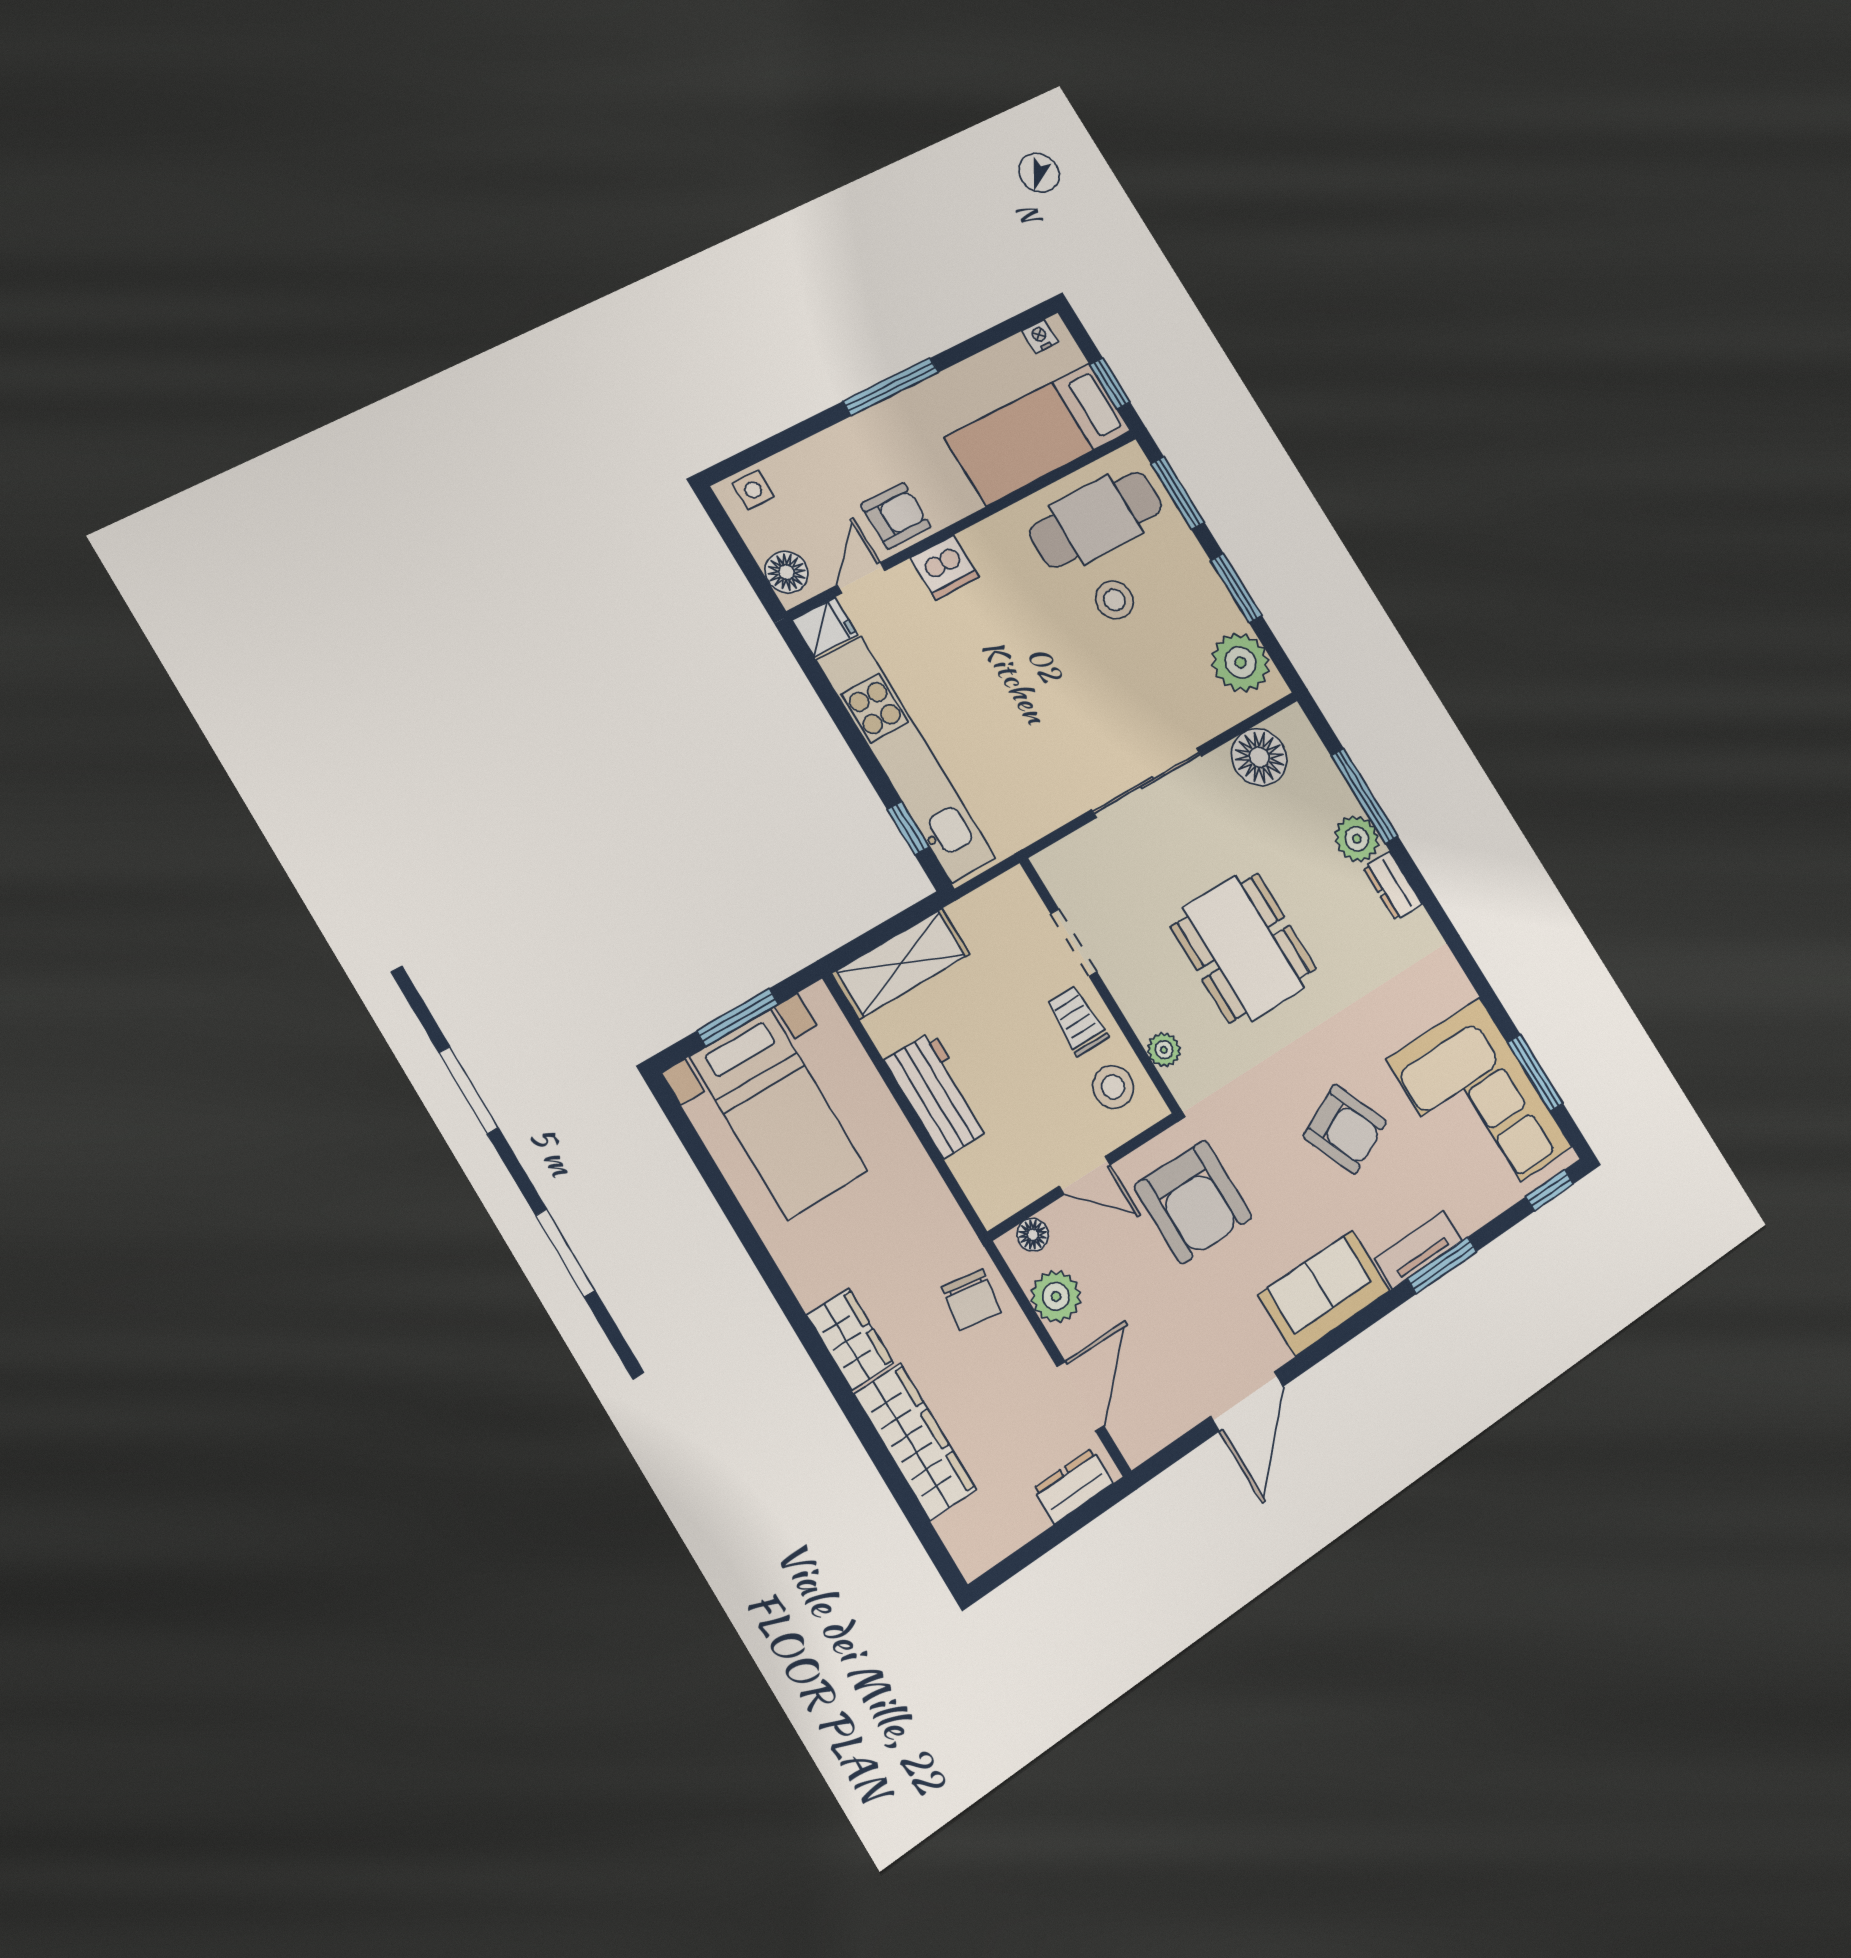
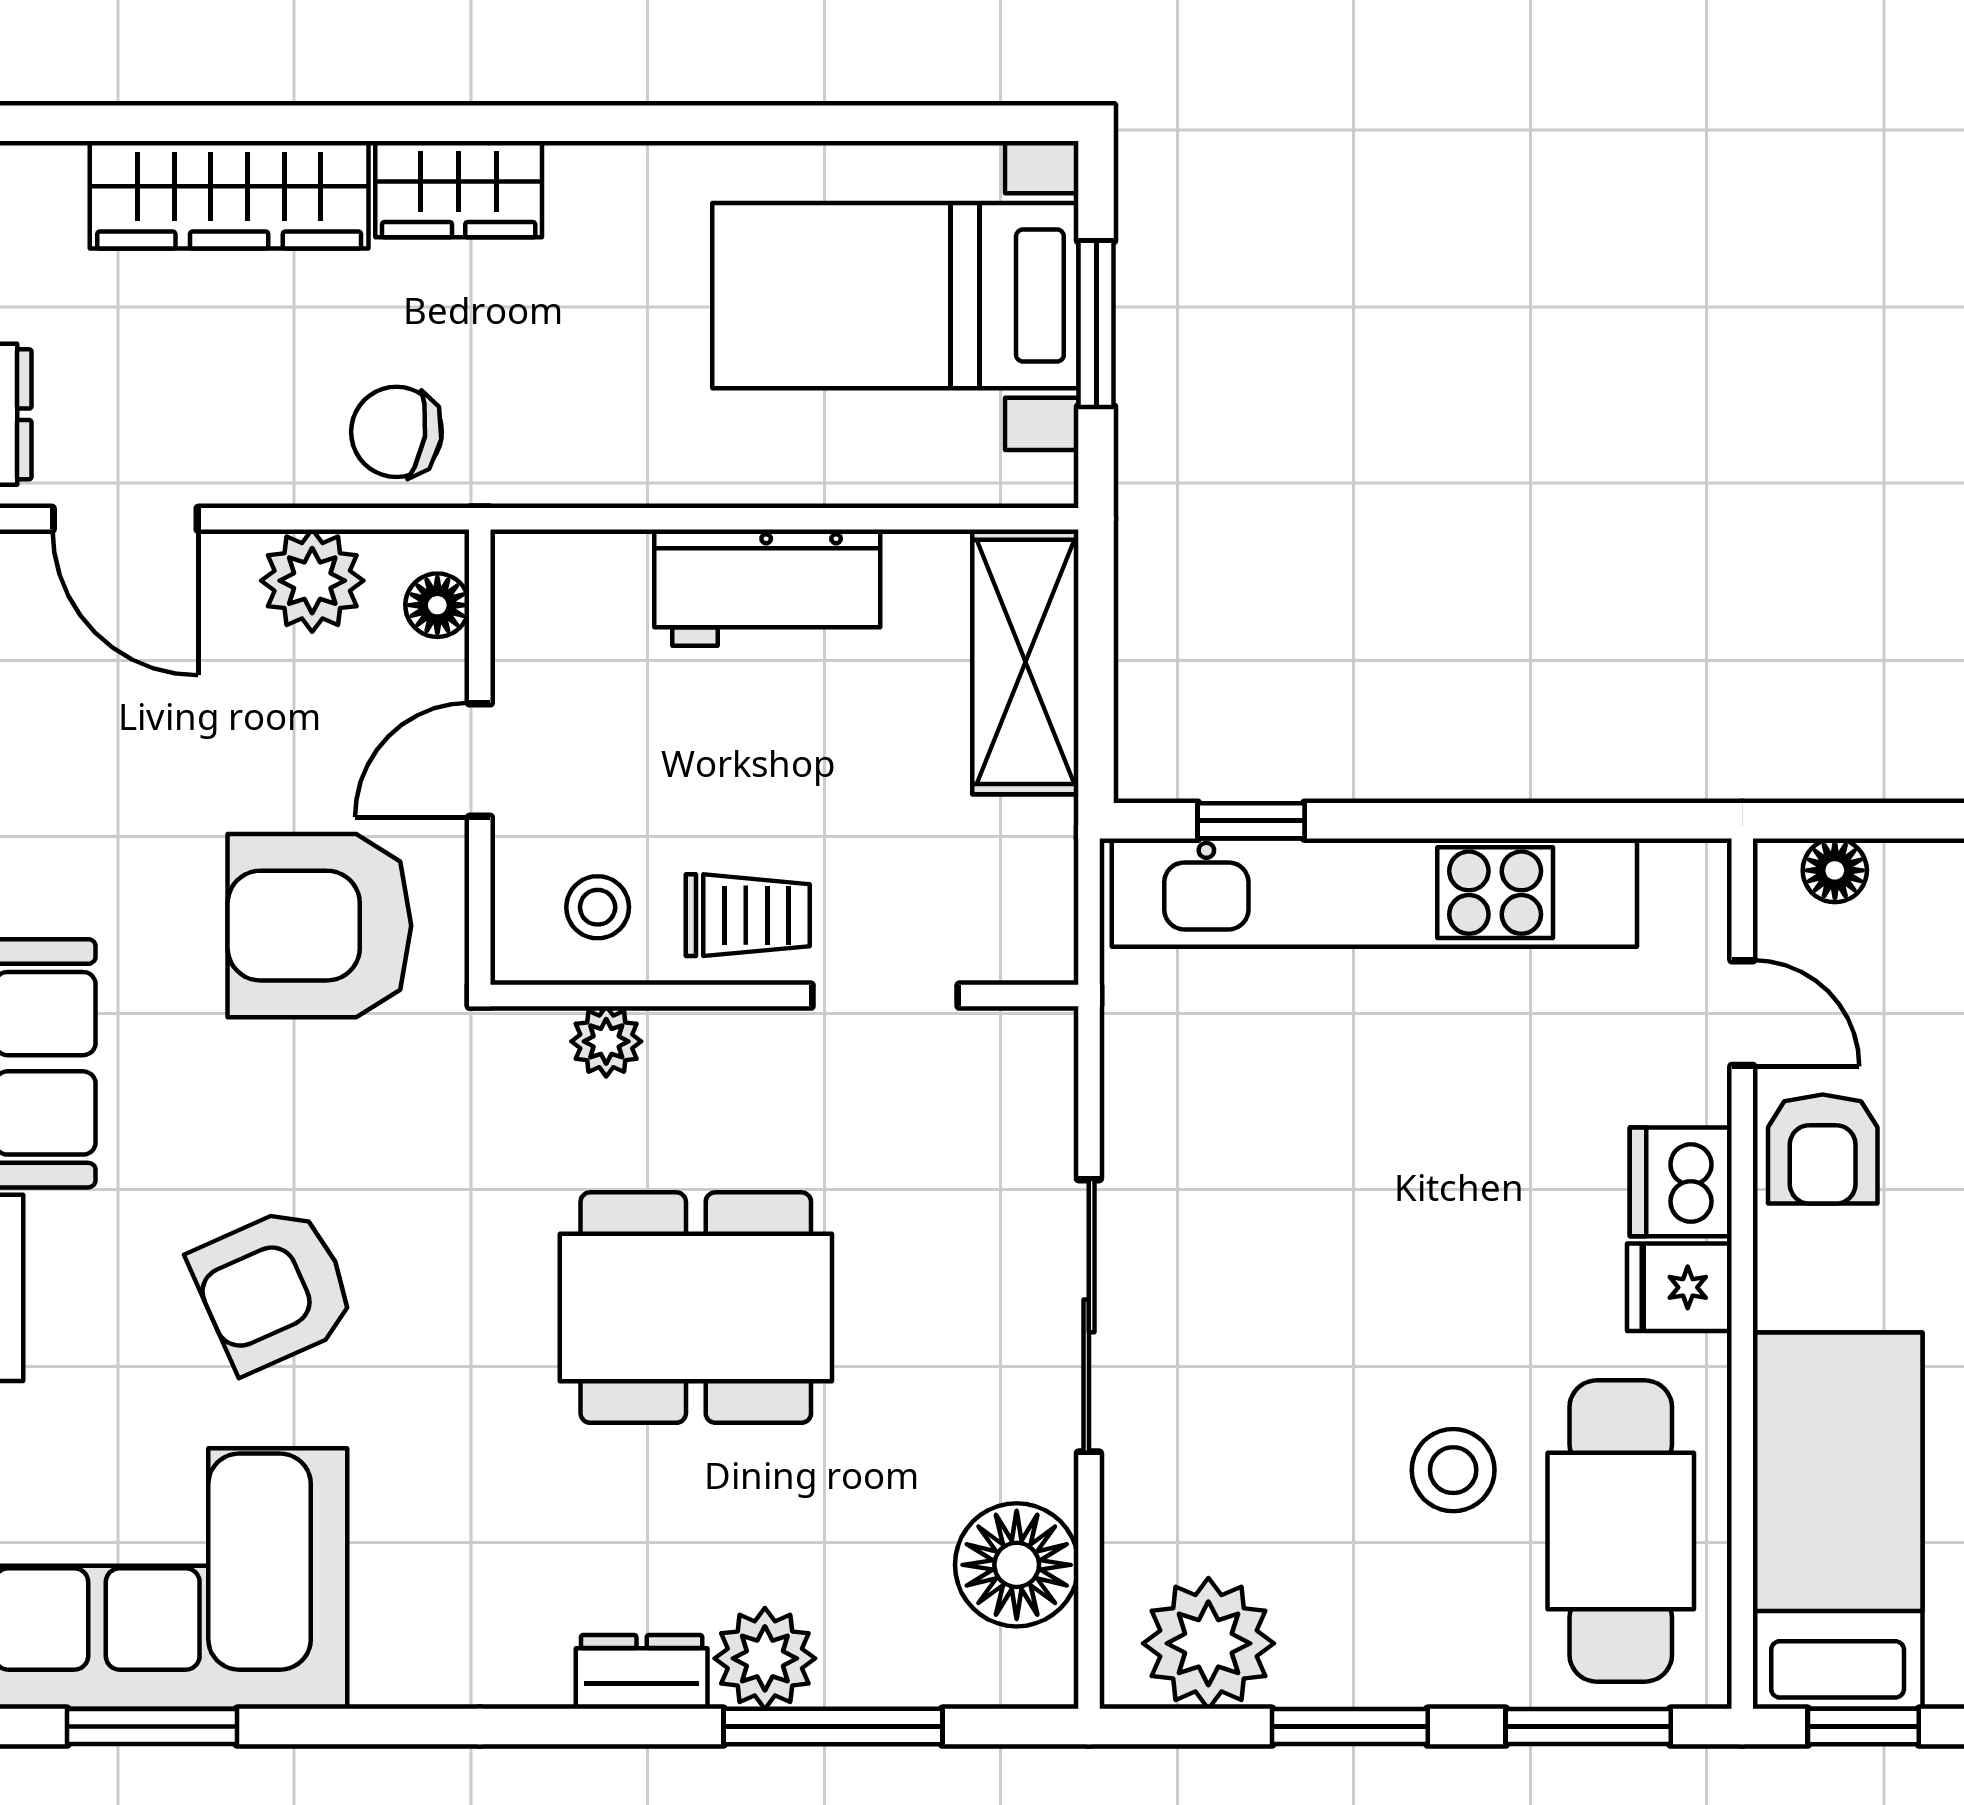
floor lamp: (786, 572) -> (1835, 870), width x0.73, depth x0.73
fridge: (825, 627) -> (1679, 1287), moved, turned 90
stool: (1113, 1087) -> (598, 907), width x0.73, depth x0.73

